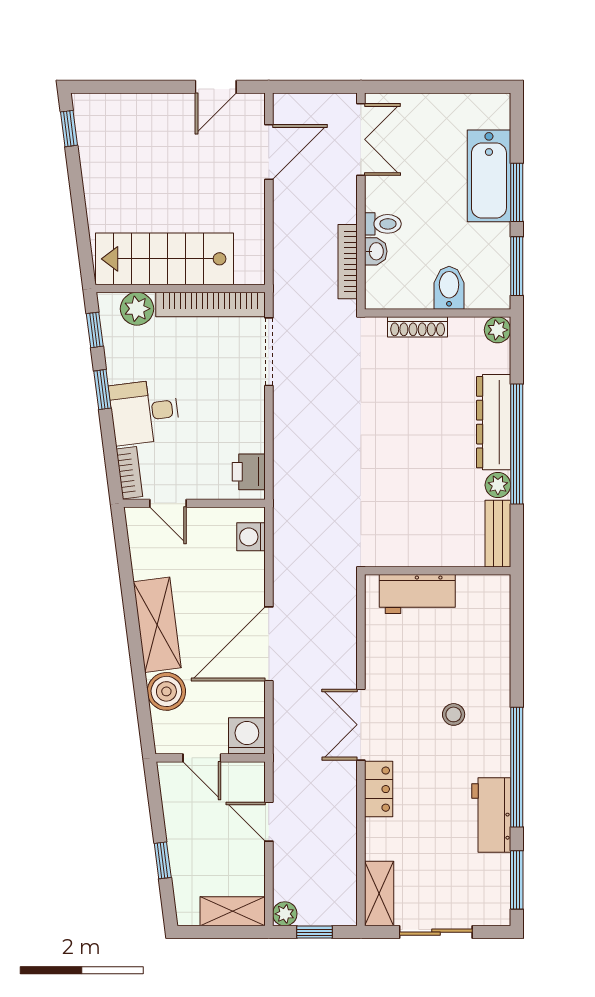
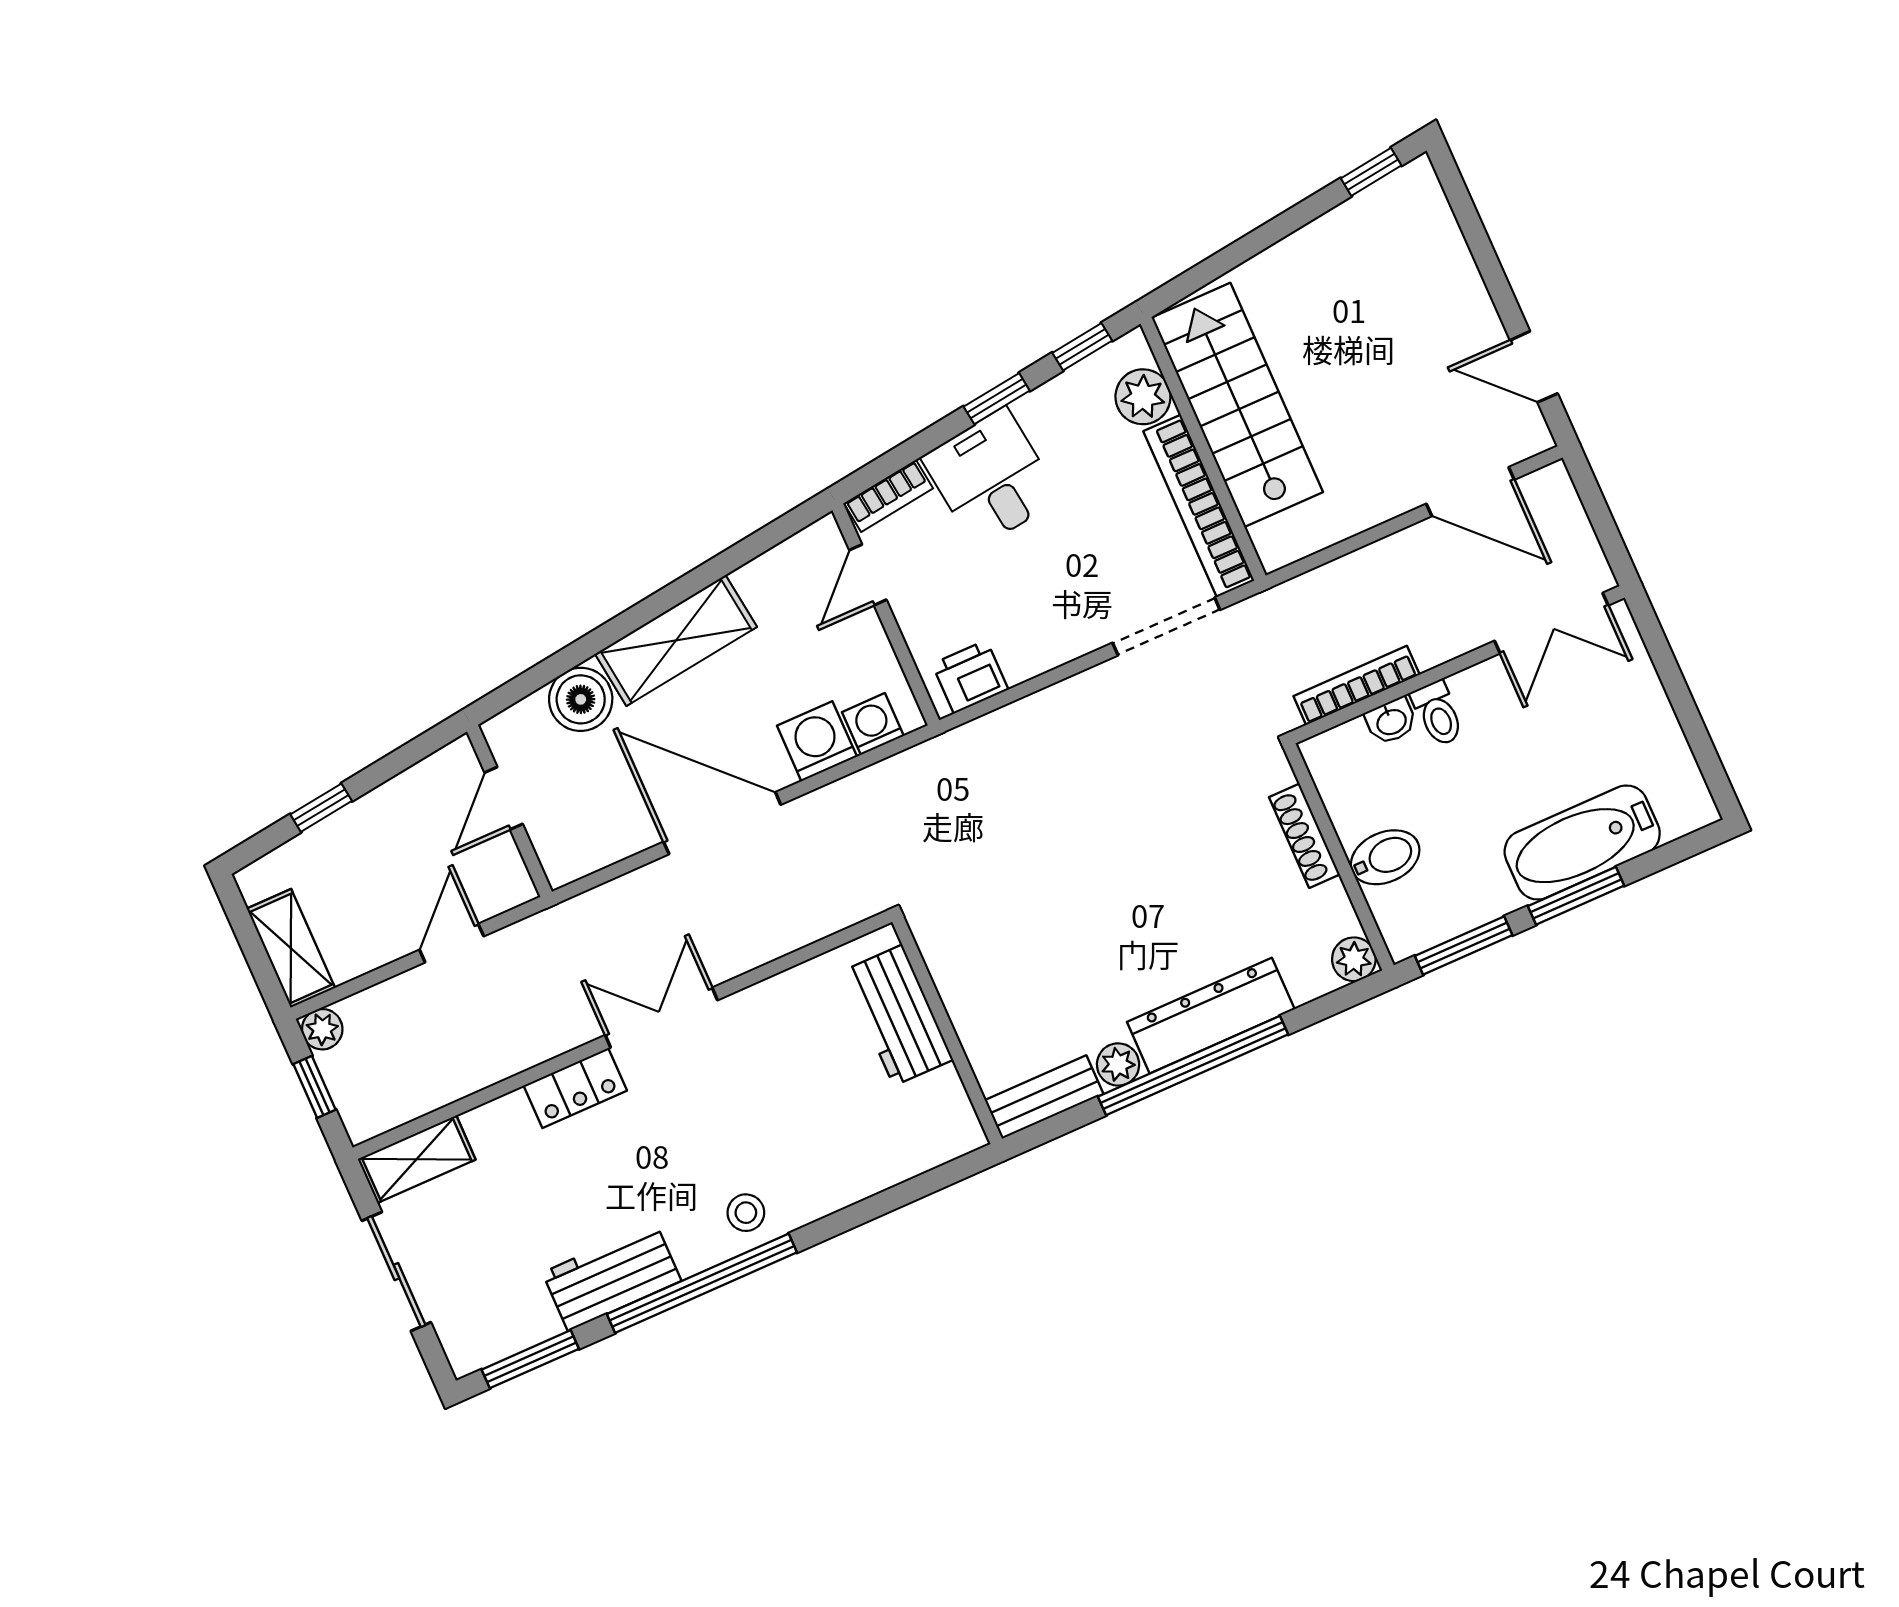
stool: (454, 714) -> (746, 1213), moved
washing machine: (247, 736) -> (817, 741), moved, turned -90

